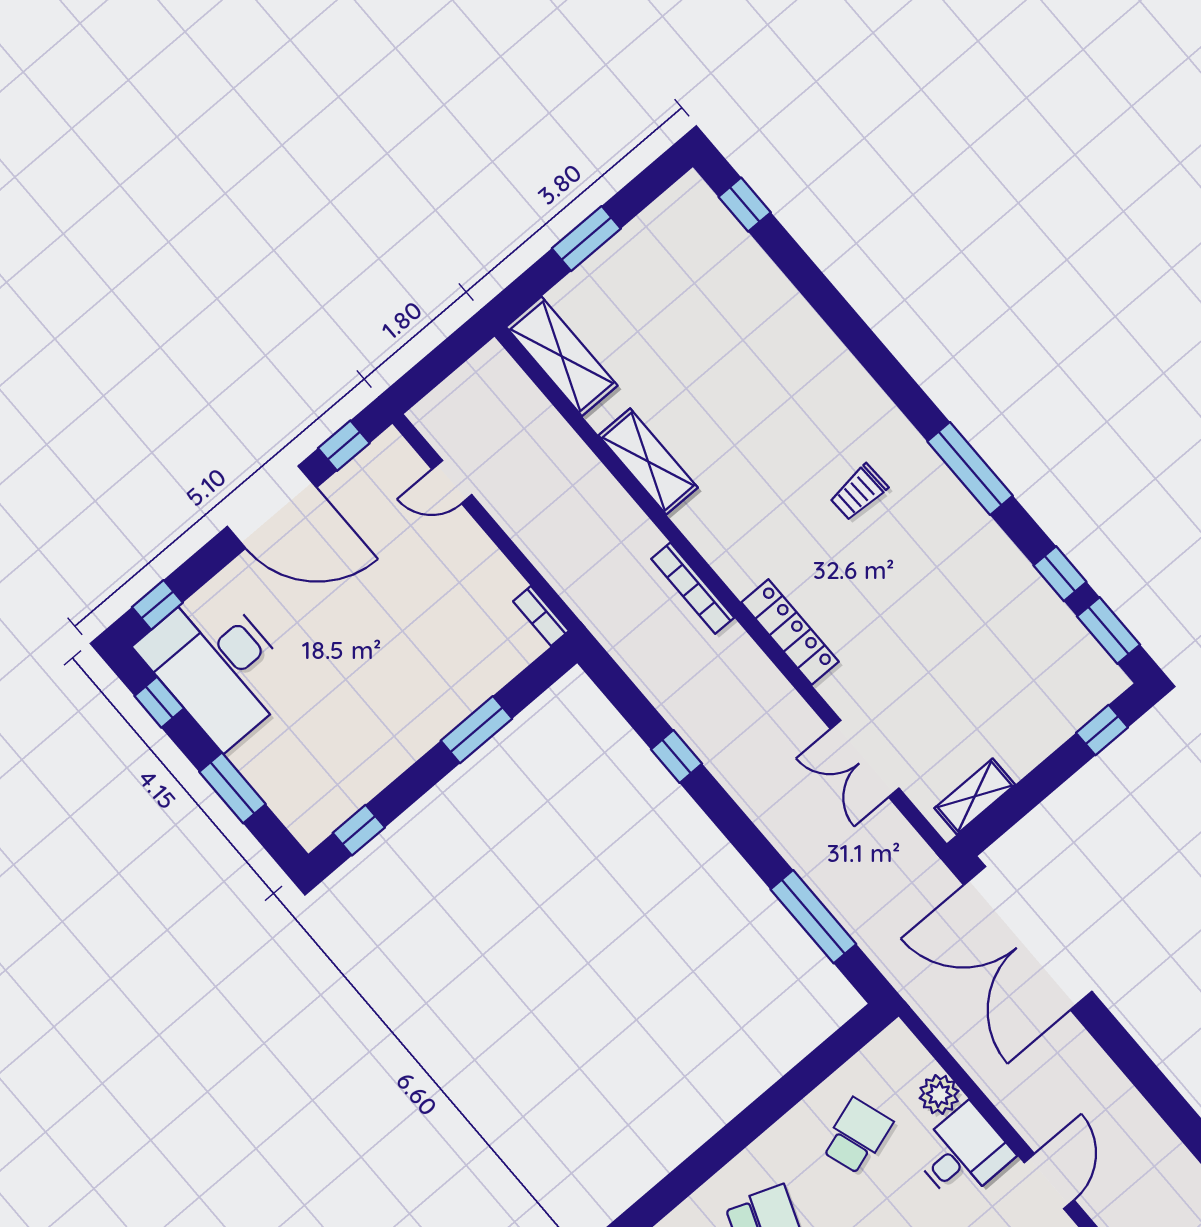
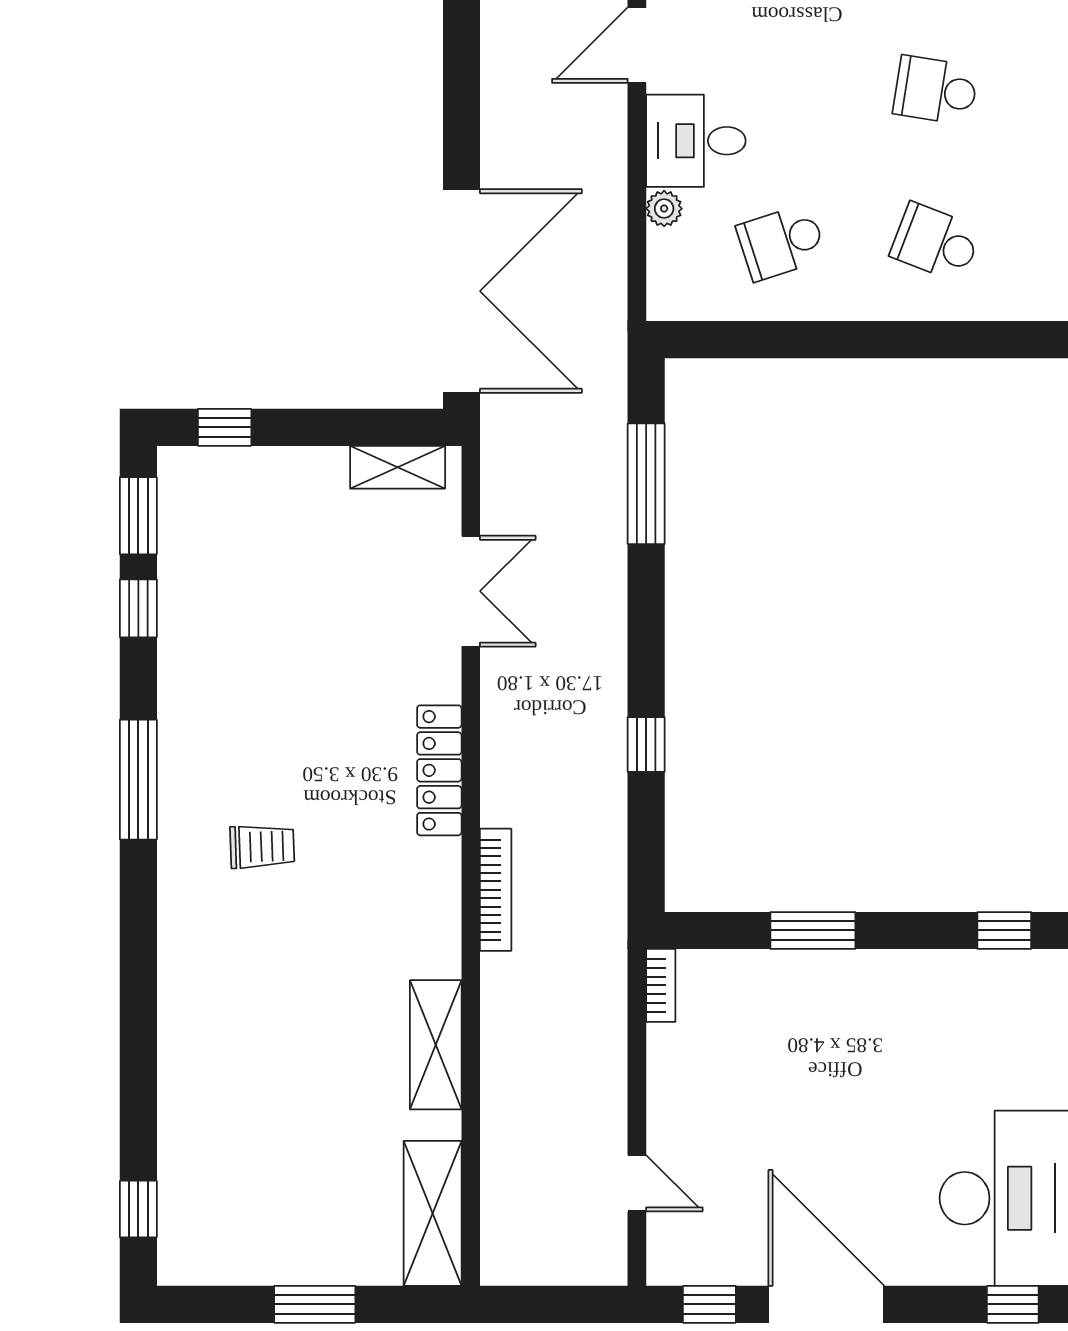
plant: (939, 1095) -> (664, 209), width x0.73, depth x0.73

